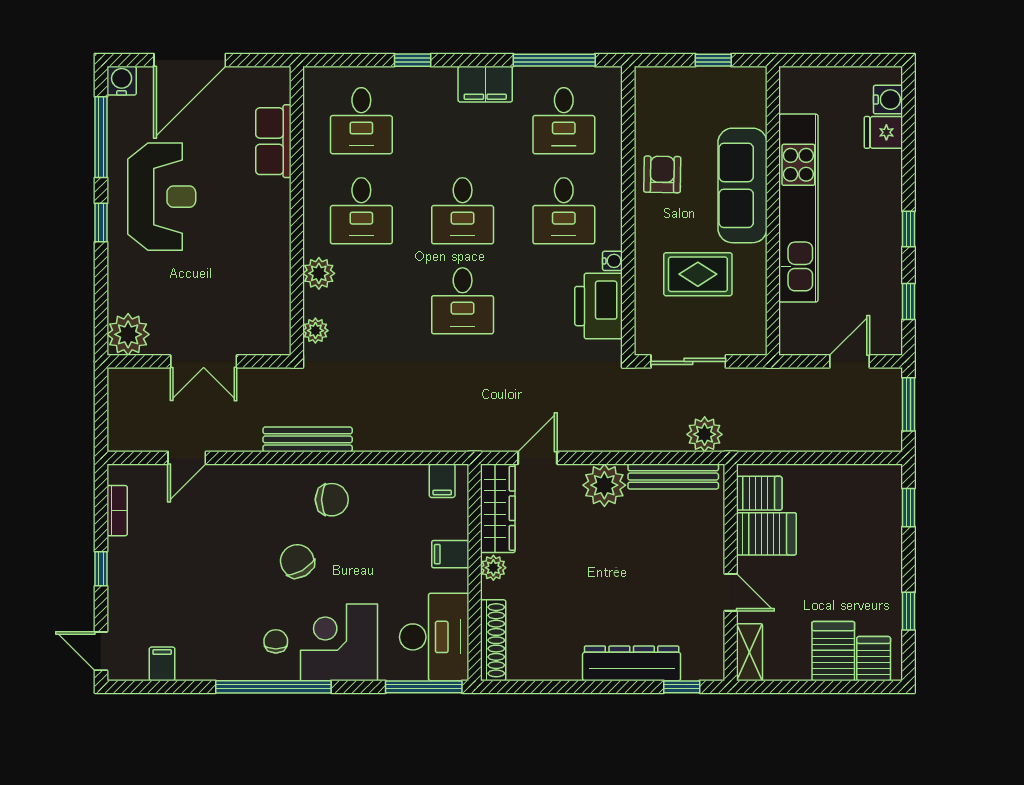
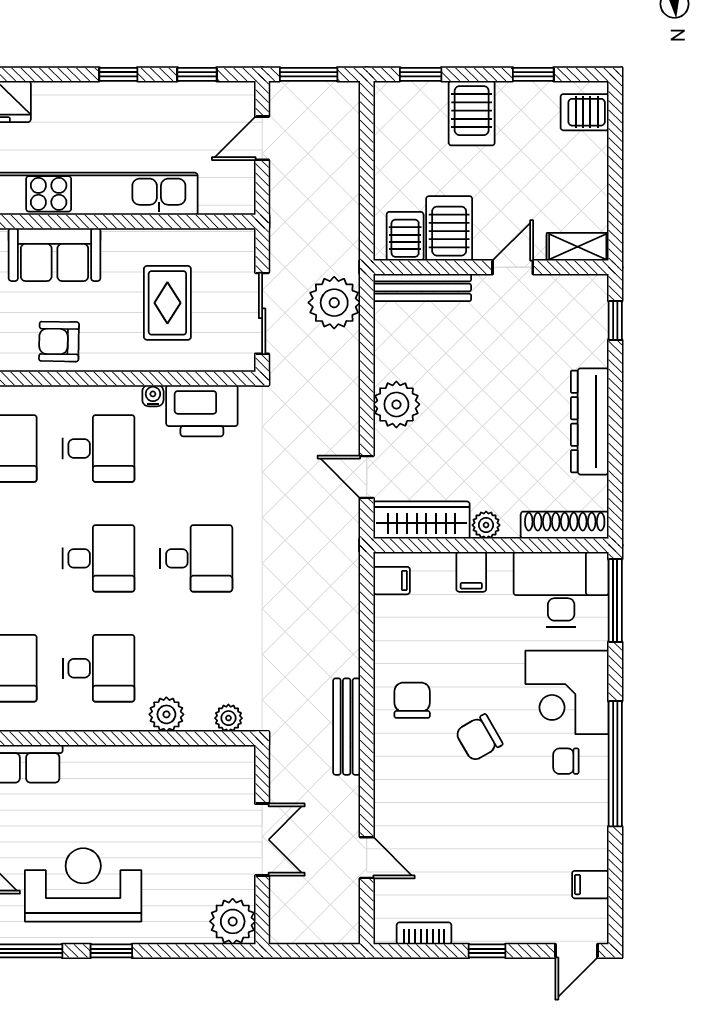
sofa: (742, 185) -> (54, 255), width x0.73
door: (850, 361) -> (262, 138), hinge flipped
plant: (705, 434) -> (334, 303), width x1.36, depth x1.36
bench: (673, 477) -> (422, 288), moved, turned 90
server rack: (833, 651) -> (472, 113), moved, turned -90
dresser: (632, 663) -> (590, 421), moved

